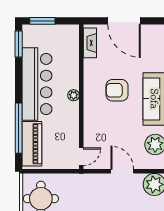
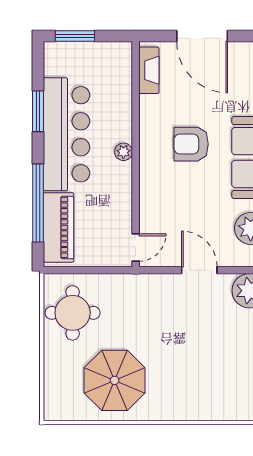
window: (19, 44) -> (38, 111), moved

